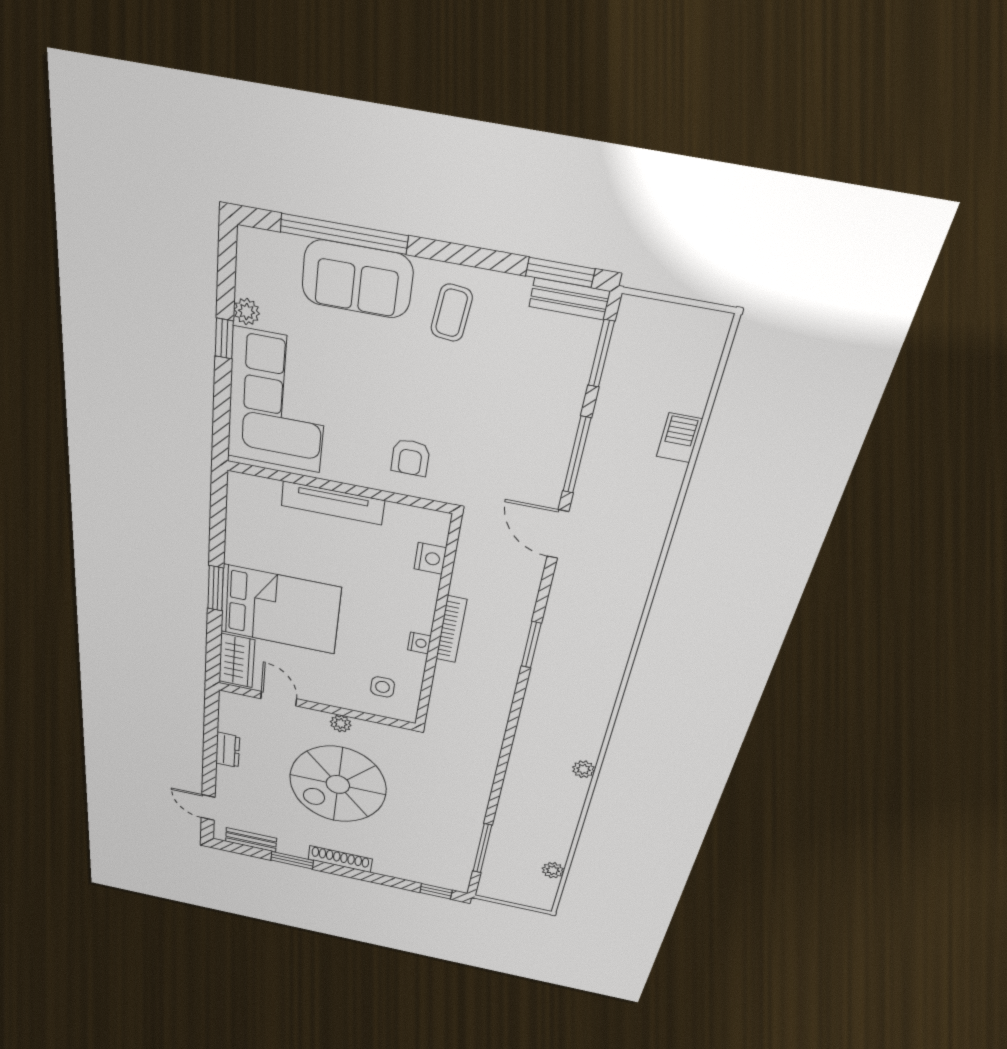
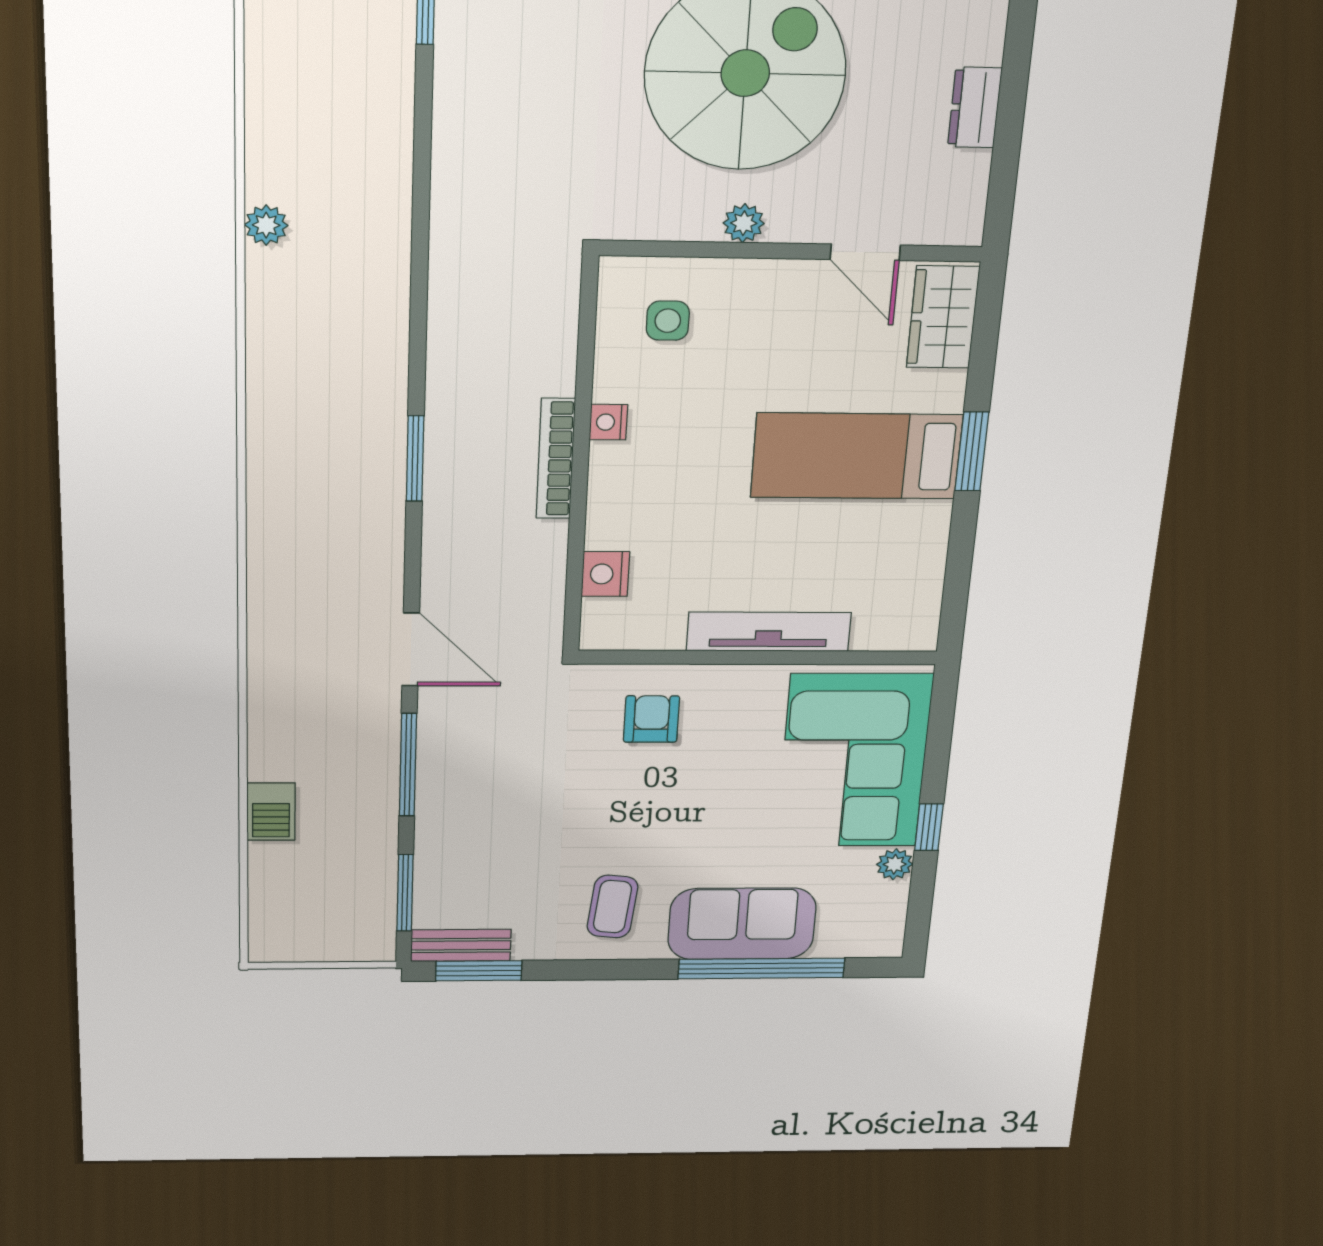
bed: (280, 610) -> (857, 456), width x0.67

